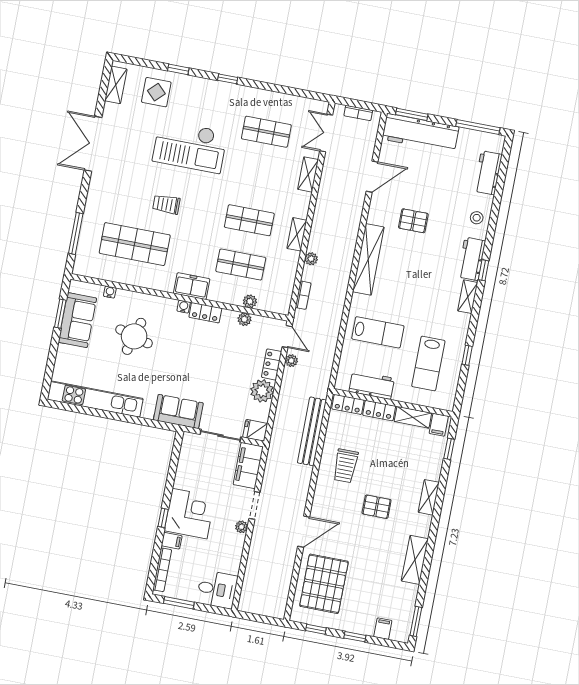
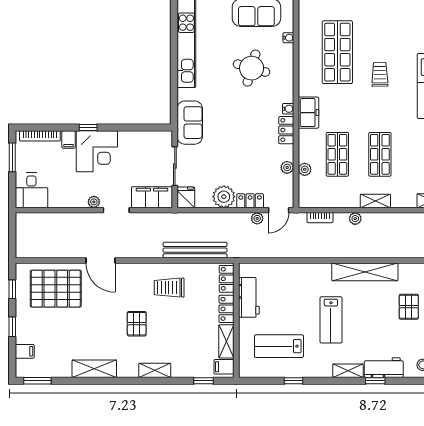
lab bench: (378, 332) -> (331, 320), moved

